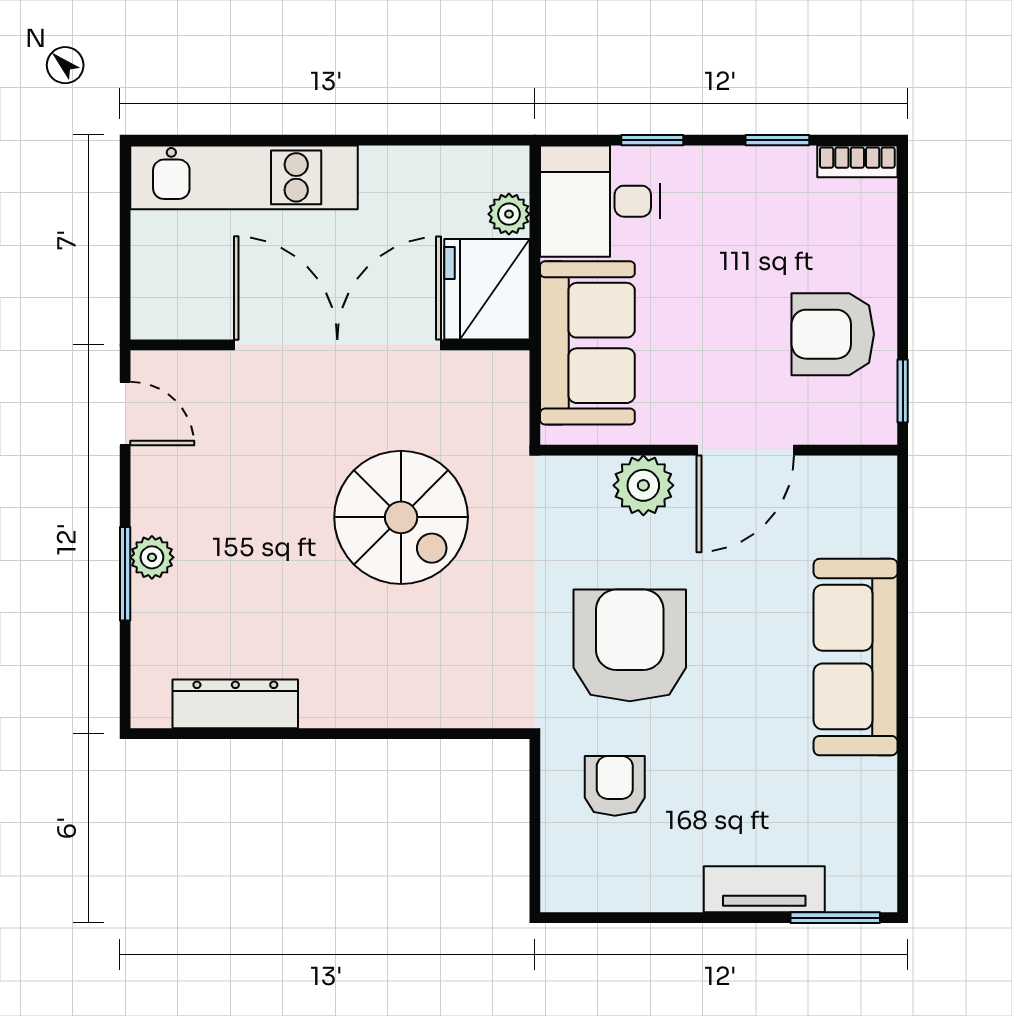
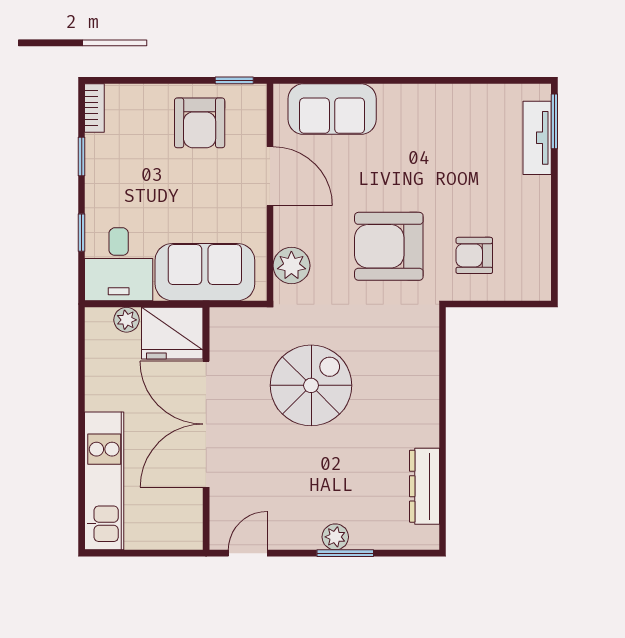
plant: (643, 485) -> (291, 266), moved
sofa: (856, 657) -> (332, 109), moved, width x0.73
tv unit: (764, 889) -> (537, 138), moved

